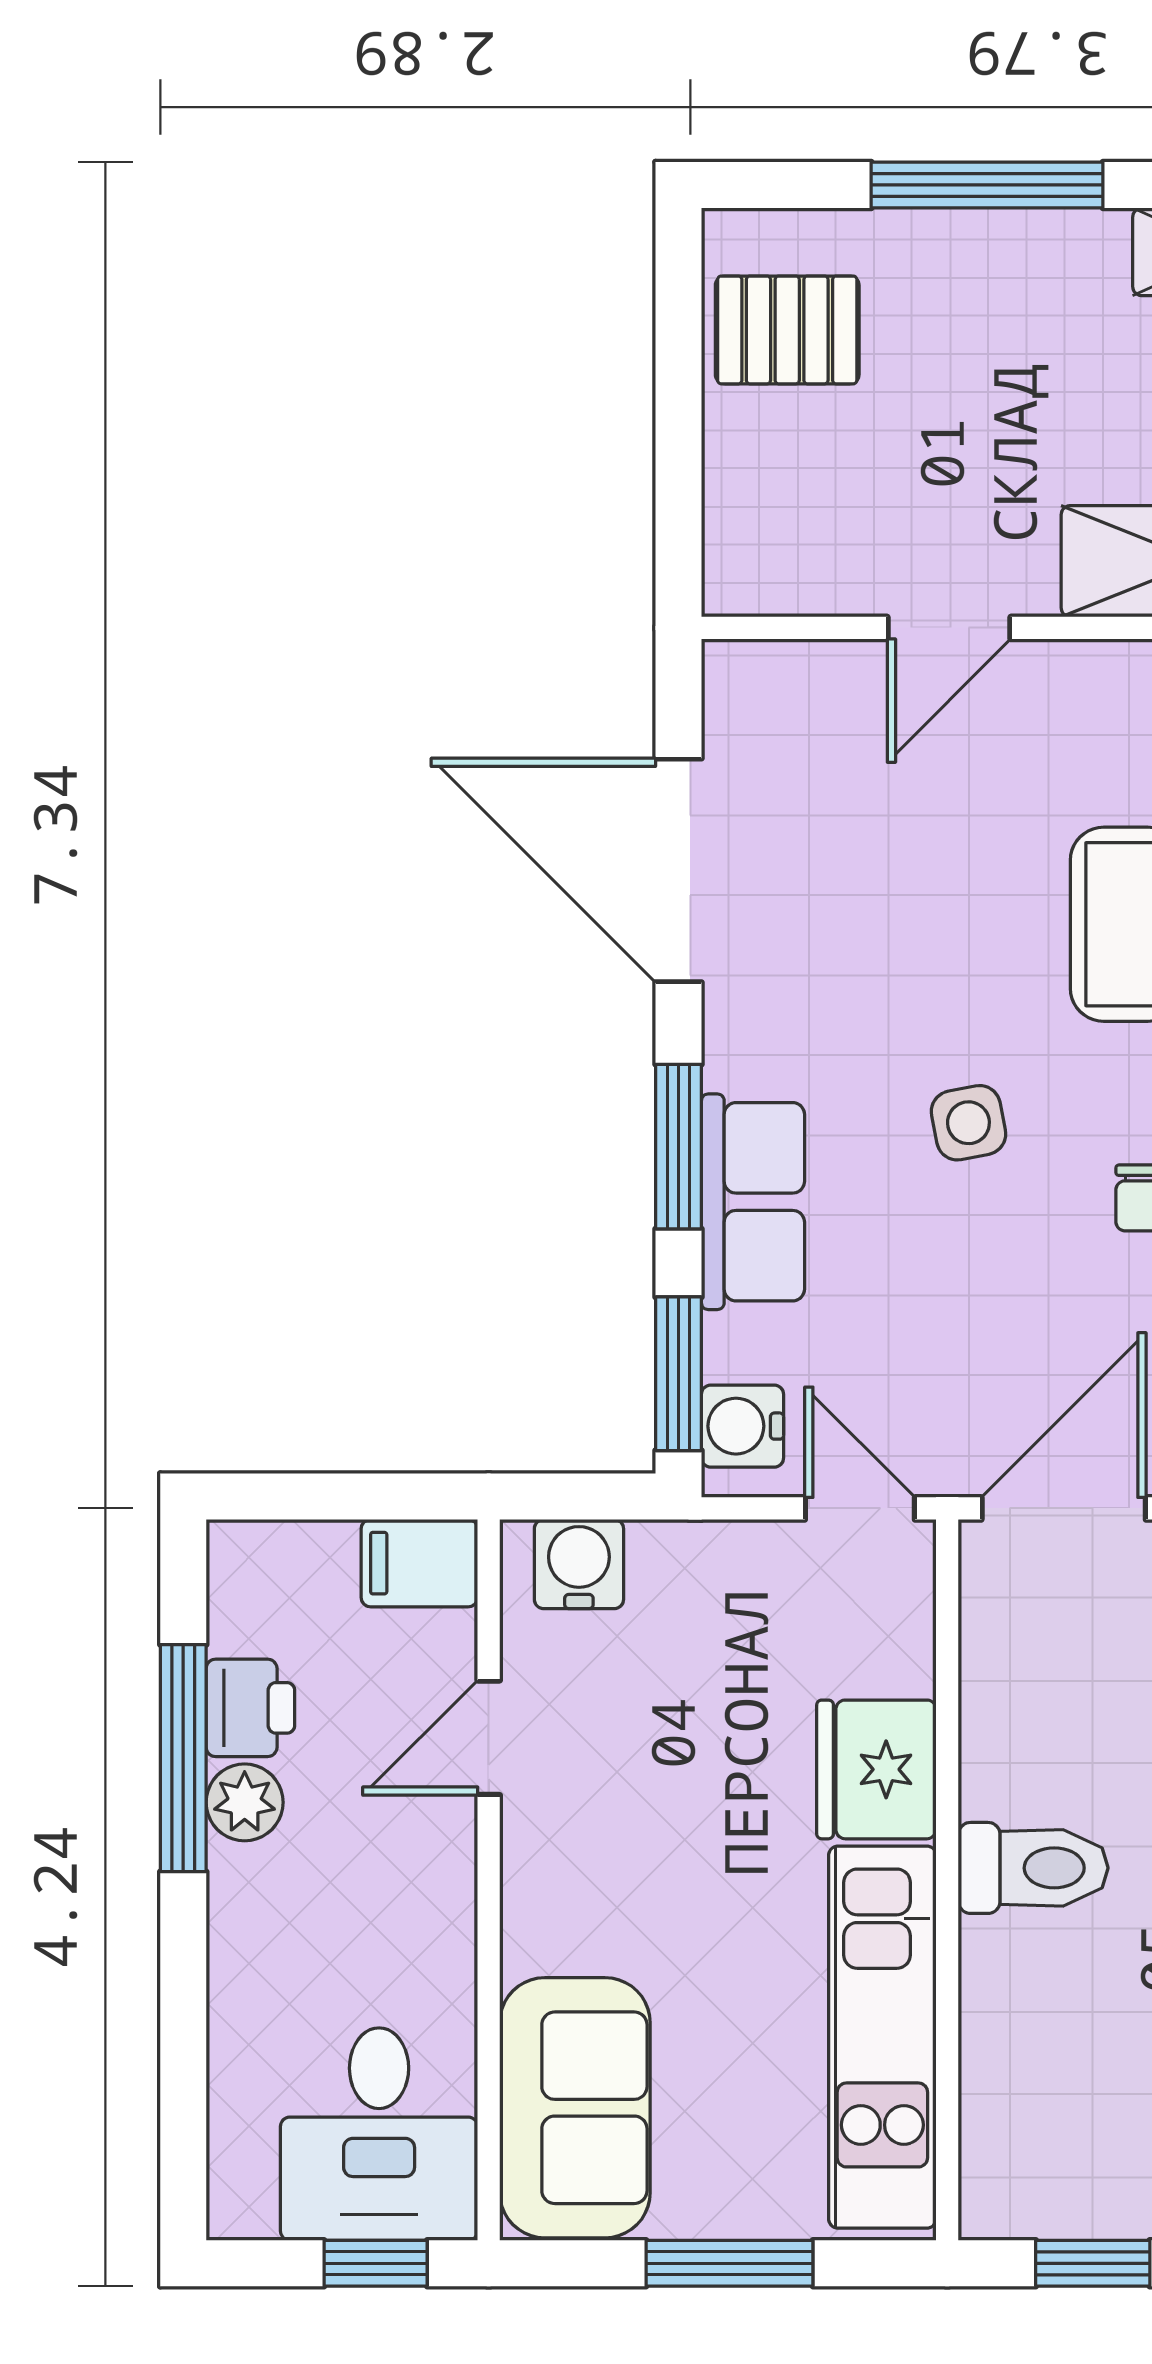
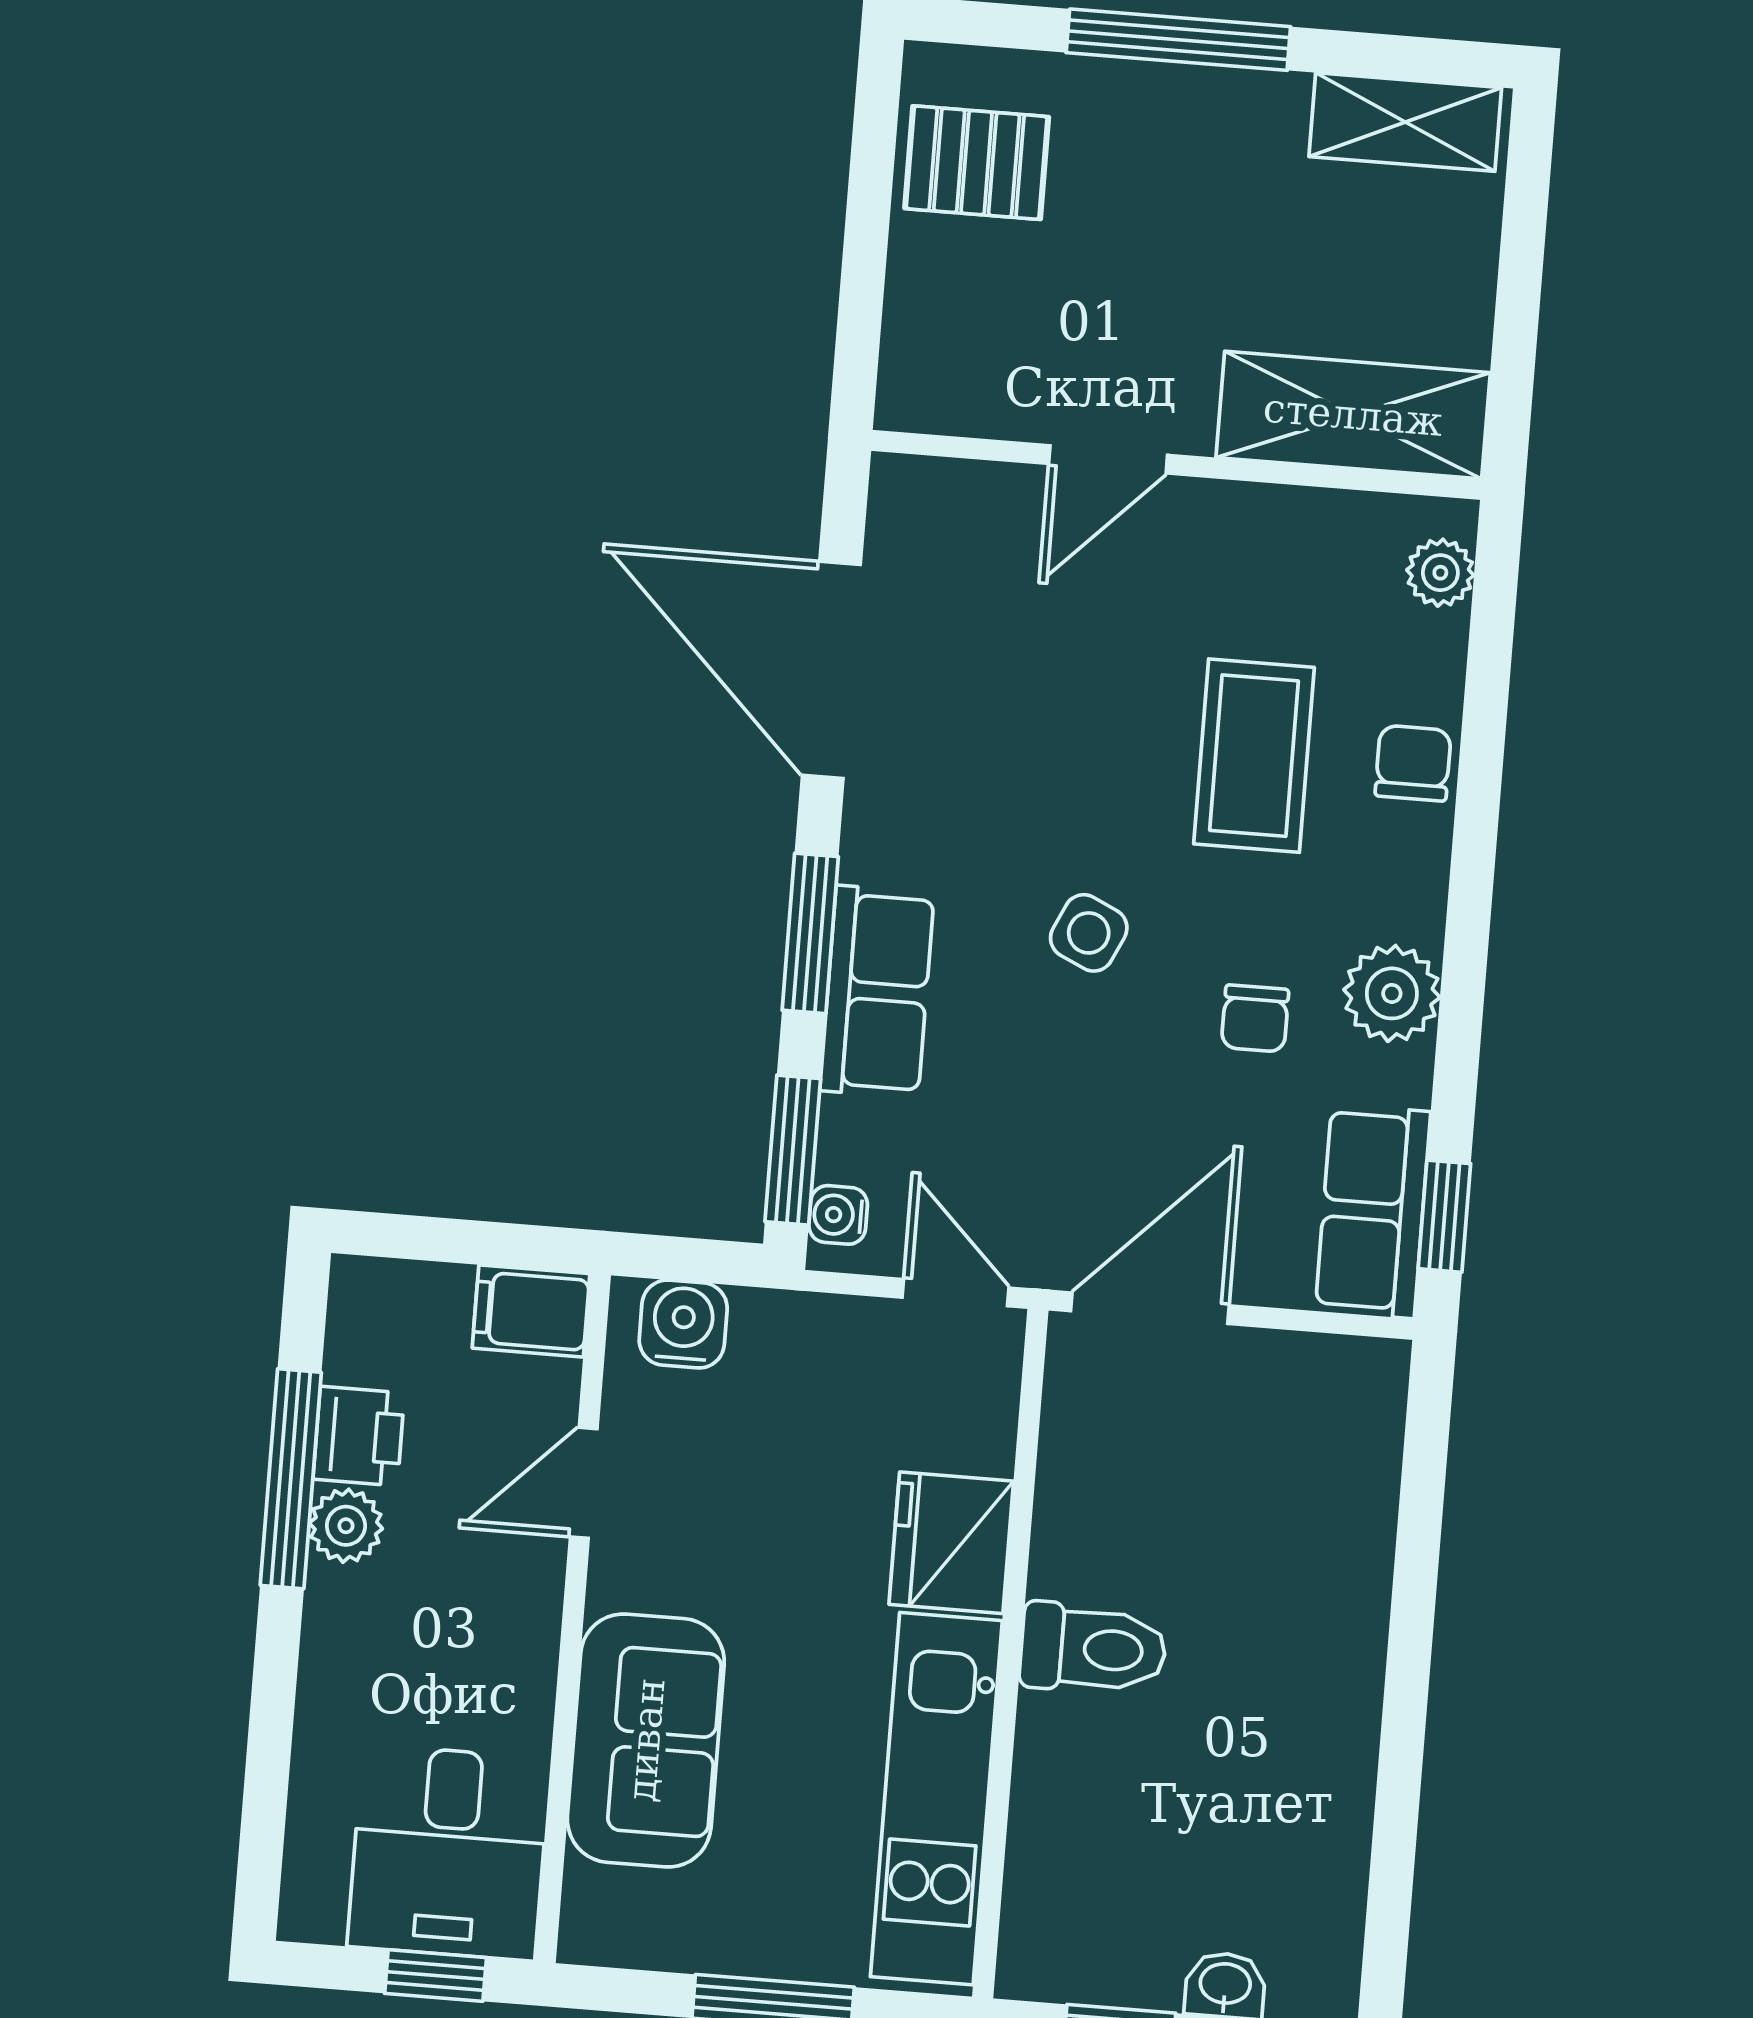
side table: (968, 1123) -> (1089, 933), turned 36
water cooler: (742, 1426) -> (838, 1215), width x0.72, depth x0.72
sofa: (575, 2108) -> (646, 1740), moved

